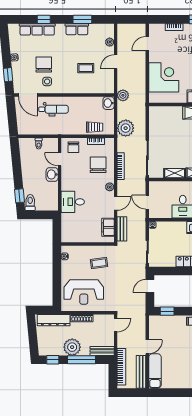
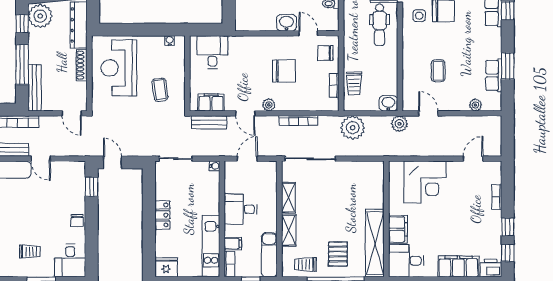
row of seats: (77, 29) -> (494, 75), moved
door: (147, 44) -> (473, 159), hinge flipped
door: (116, 62) -> (428, 113), moved
door: (60, 159) -> (308, 33), hinge flipped
chair: (98, 165) -> (284, 71), moved
desk: (73, 202) -> (212, 52), moved
door: (150, 286) -> (112, 162), moved
plant: (72, 347) -> (40, 16), moved
bench: (102, 351) -> (35, 88), width x1.36

